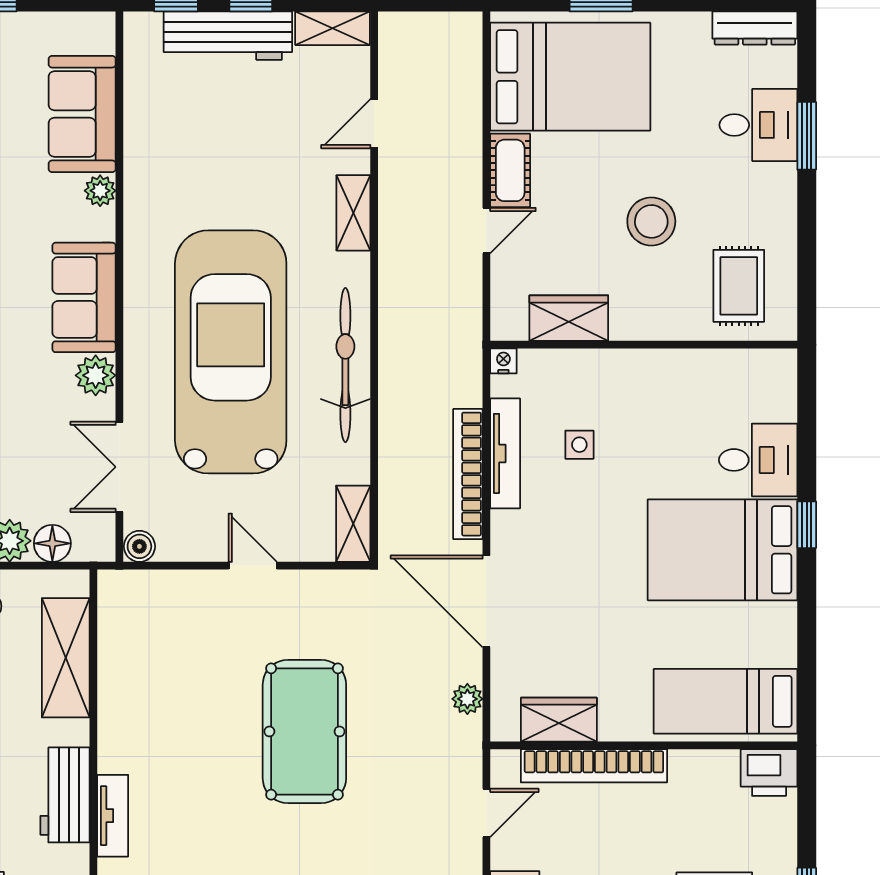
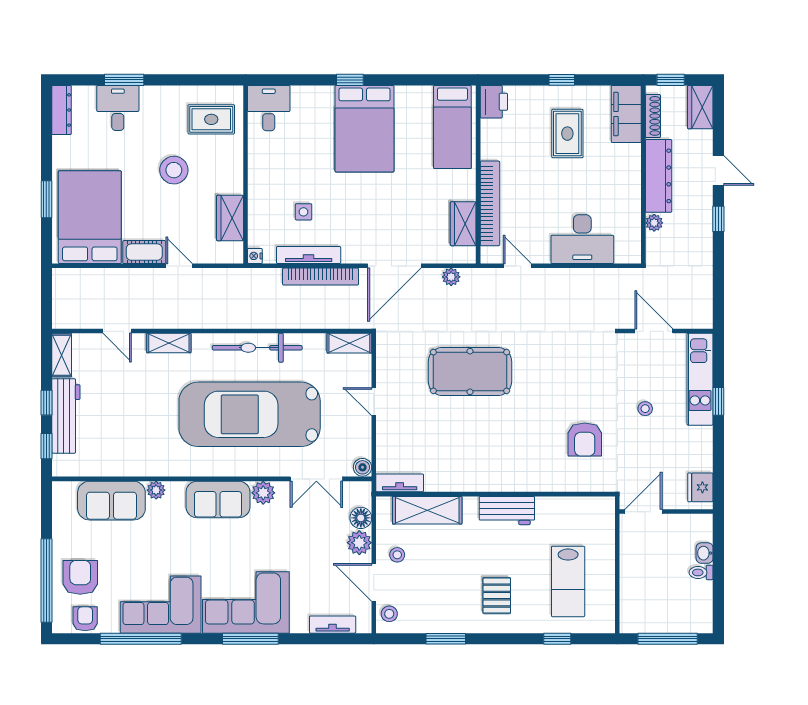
desk: (758, 460) -> (269, 108), moved
door: (253, 566) -> (374, 402), hinge flipped
tv unit: (113, 816) -> (400, 483), moved

